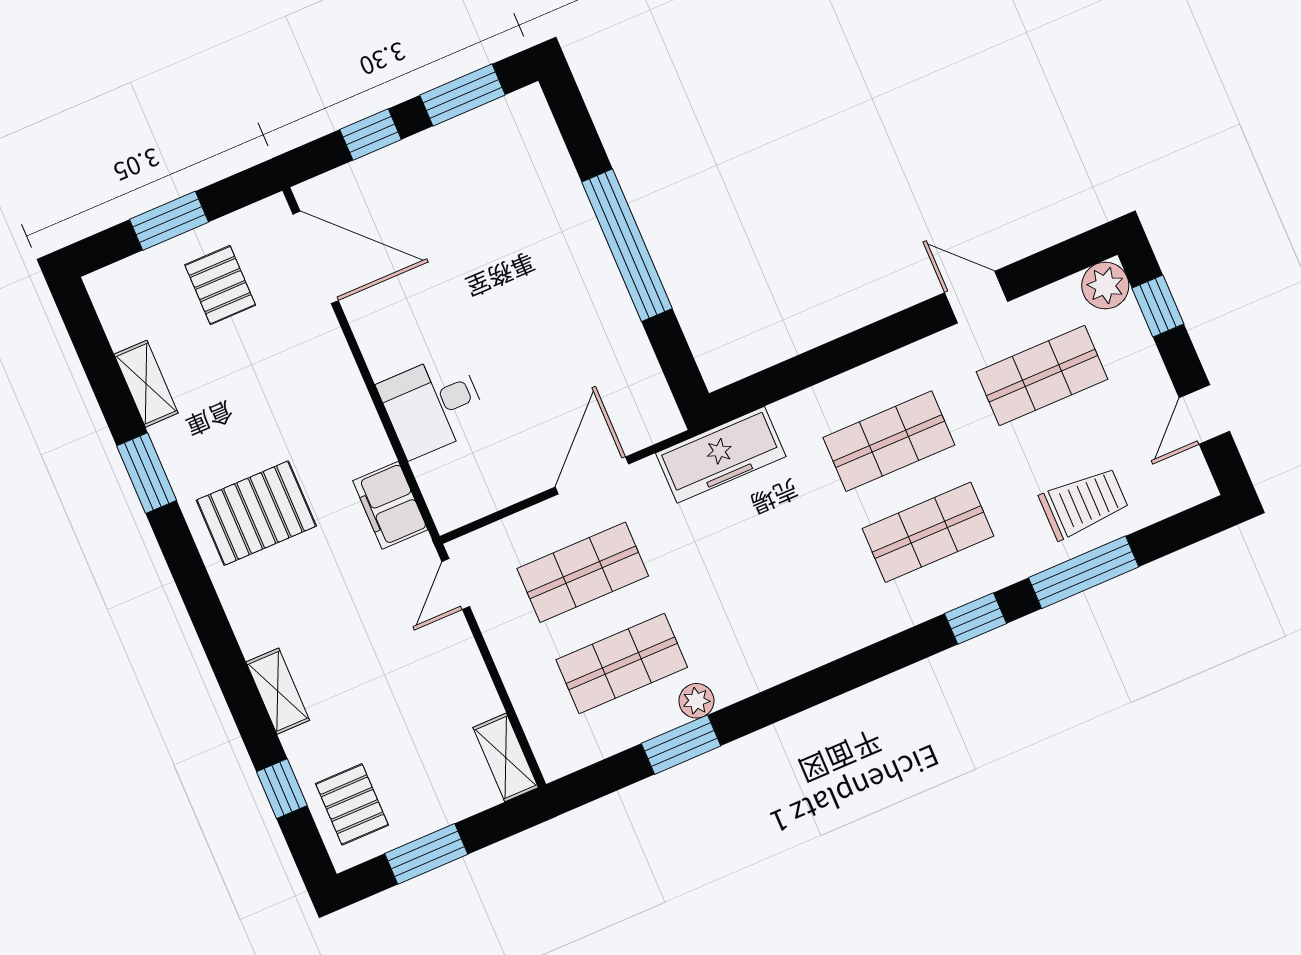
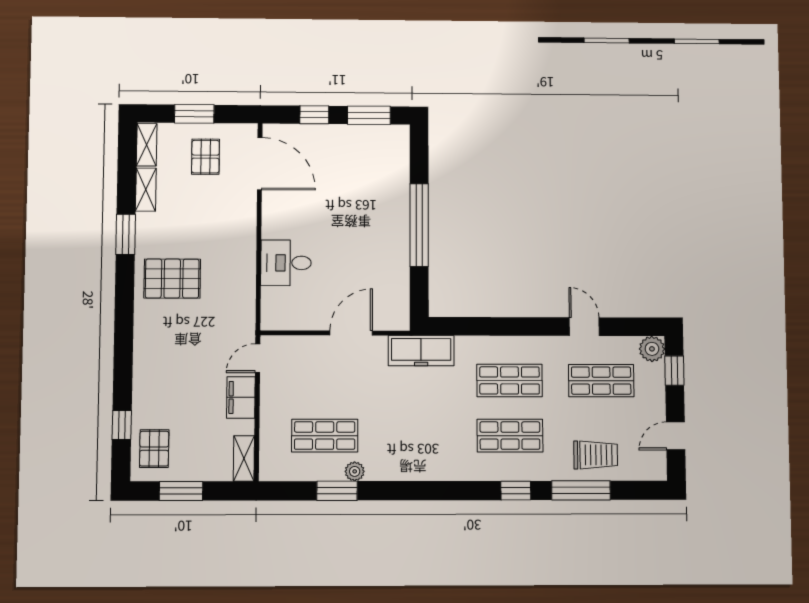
filing cabinet: (390, 505) -> (241, 397), moved
shop shelf: (583, 572) -> (325, 380), removed
shelving: (278, 691) -> (147, 145), moved

